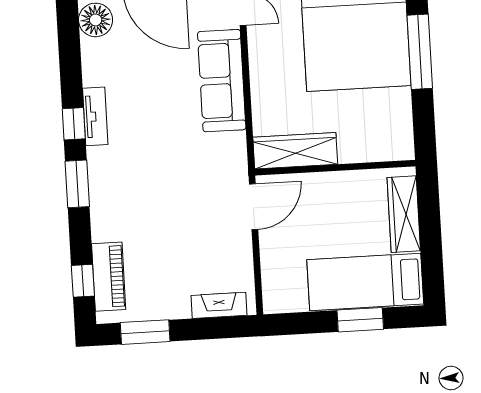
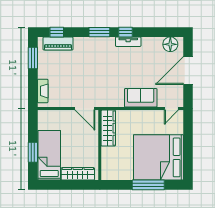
sofa: (222, 81) -> (141, 98), width x0.73

